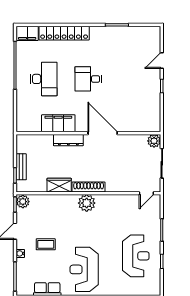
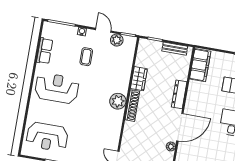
filing cabinet: (58, 123) -> (200, 65), moved
plant: (124, 139) -> (171, 146), added
bench: (21, 167) -> (175, 49), moved
plant: (23, 202) -> (117, 40), moved
reception desk: (136, 256) -> (47, 137), moved

